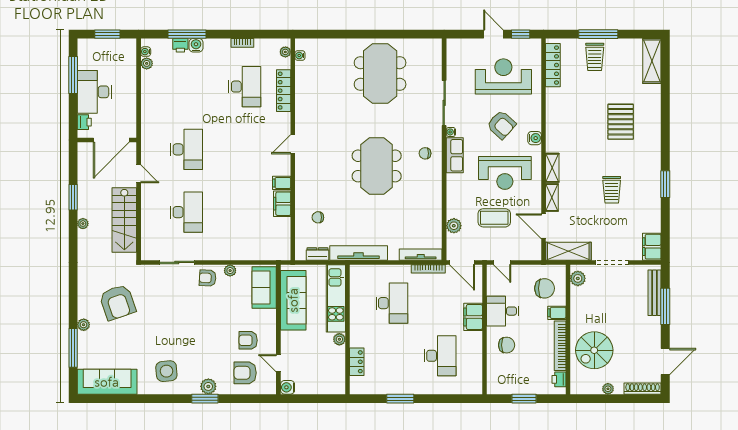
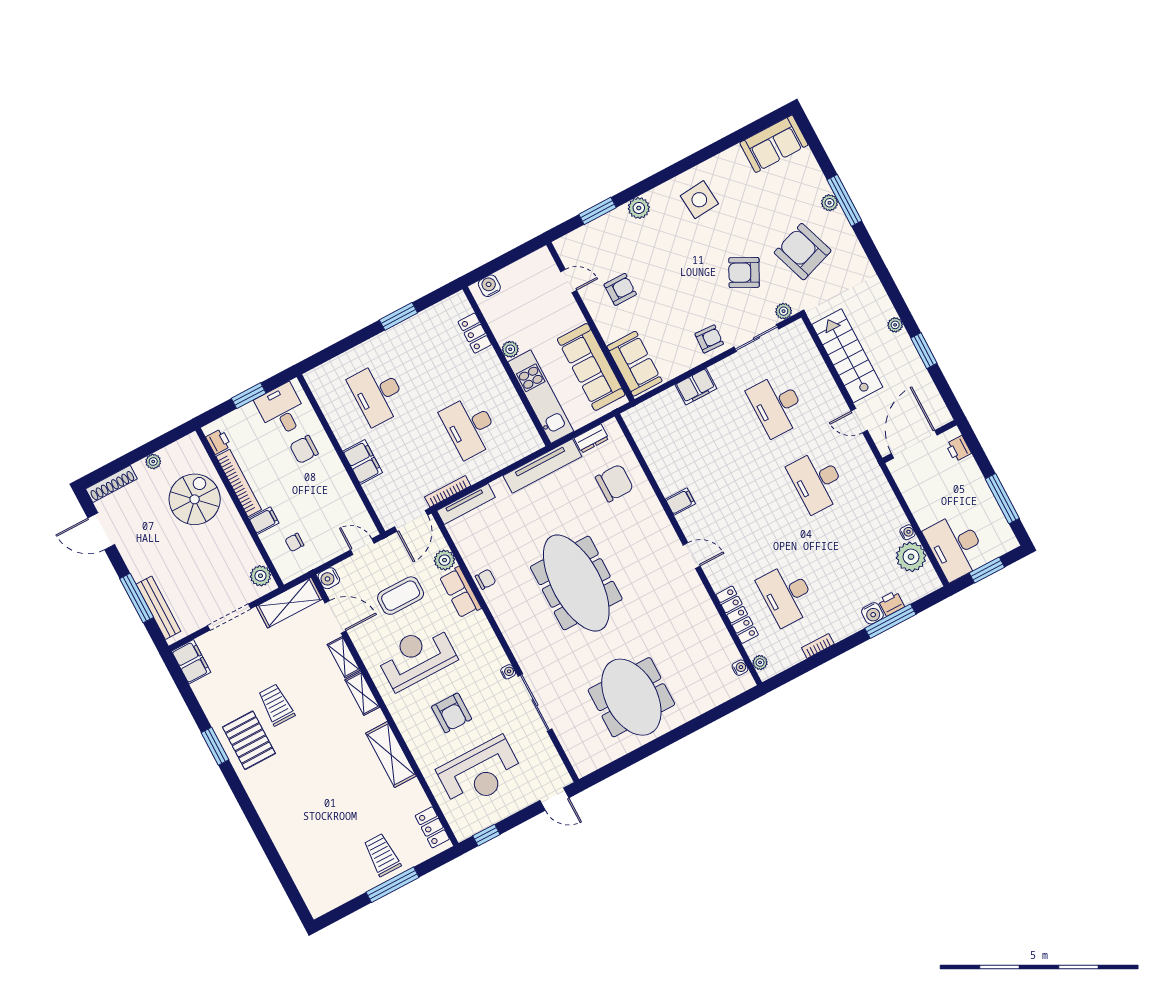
door: (493, 34) -> (554, 799), moved
water cooler: (146, 52) -> (908, 532), moved
shelving: (652, 61) -> (391, 755), moved
plant: (147, 63) -> (911, 557), width x1.87, depth x1.87
locker: (553, 65) -> (432, 827), width x0.66
desk: (94, 92) -> (956, 547), moved, turned 180
pallet: (621, 122) -> (249, 740), moved
armchair: (501, 125) -> (452, 713), turned -132
water cooler: (535, 138) -> (329, 578), moved
door: (293, 144) -> (692, 556), hinge flipped
chair: (425, 153) -> (486, 579), moved
row of seats: (455, 155) -> (460, 592), moved
meeting table: (377, 166) -> (576, 583), width x1.36
filing cabinet: (282, 204) -> (696, 387), moved, turned 90
chair: (318, 217) -> (614, 483), width x1.87, depth x1.87
door: (462, 262) -> (411, 521), swing flipped
plant: (230, 271) -> (784, 311), moved
chair: (545, 288) -> (294, 542), width x0.54, depth x0.54
desk: (503, 311) -> (282, 410), moved, turned -90
window: (73, 348) -> (844, 200), moved
door: (665, 362) -> (101, 531), hinge flipped
armchair: (245, 373) -> (744, 273), moved, turned -153
sofa: (107, 382) -> (774, 144), width x0.73
water cooler: (288, 387) -> (489, 286), moved, turned -90
window: (205, 399) -> (597, 211), moved

